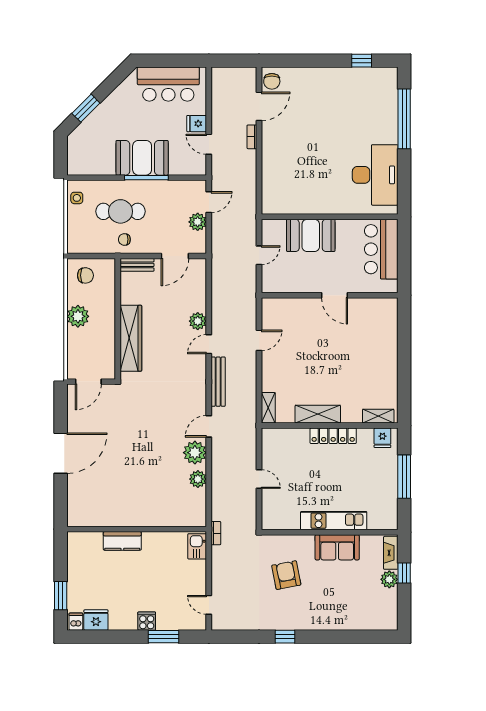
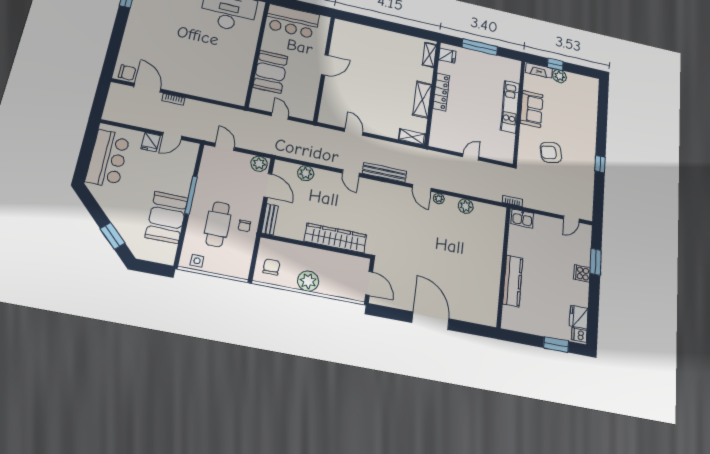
booth: (142, 158) -> (167, 218), moved
plant: (198, 222) -> (259, 164), moved
plant: (198, 321) -> (306, 173), moved
plant: (195, 453) -> (439, 199), width x0.53, depth x0.53
kitchen counter: (122, 541) -> (513, 281), width x1.50

